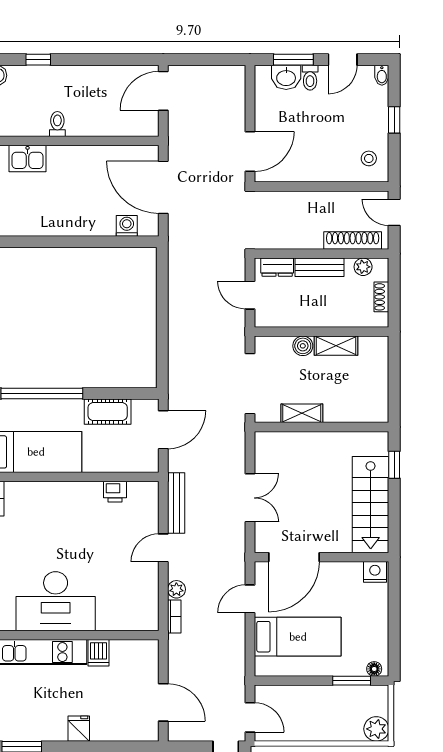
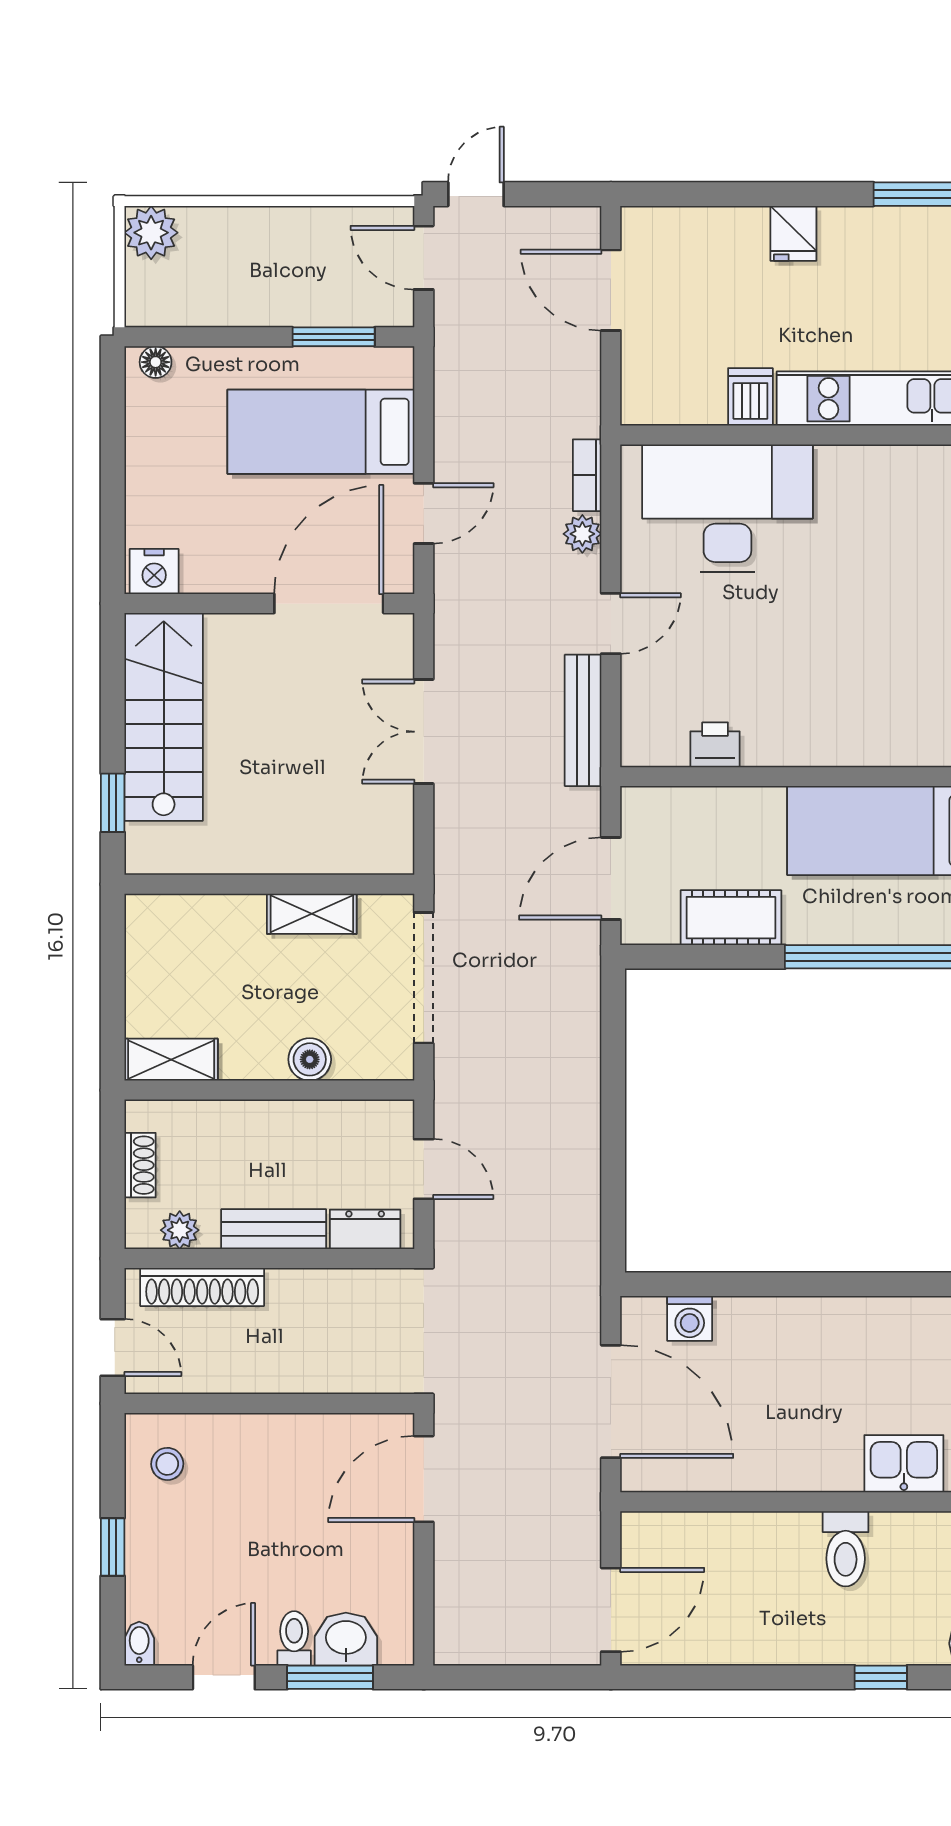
toilet: (57, 124) -> (846, 1549), width x1.37, depth x1.39
shelving: (336, 346) -> (171, 1060), moved
desk: (56, 601) -> (727, 508), moved
window: (352, 681) -> (334, 337), moved

